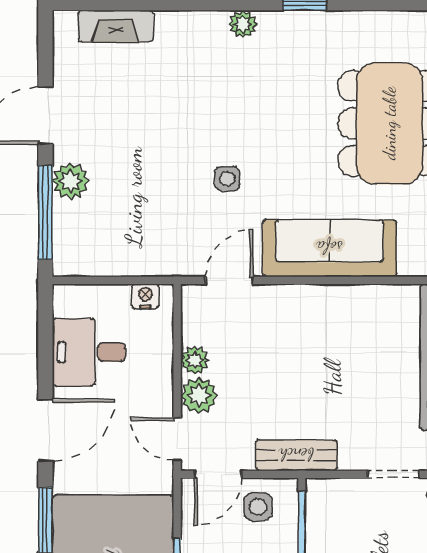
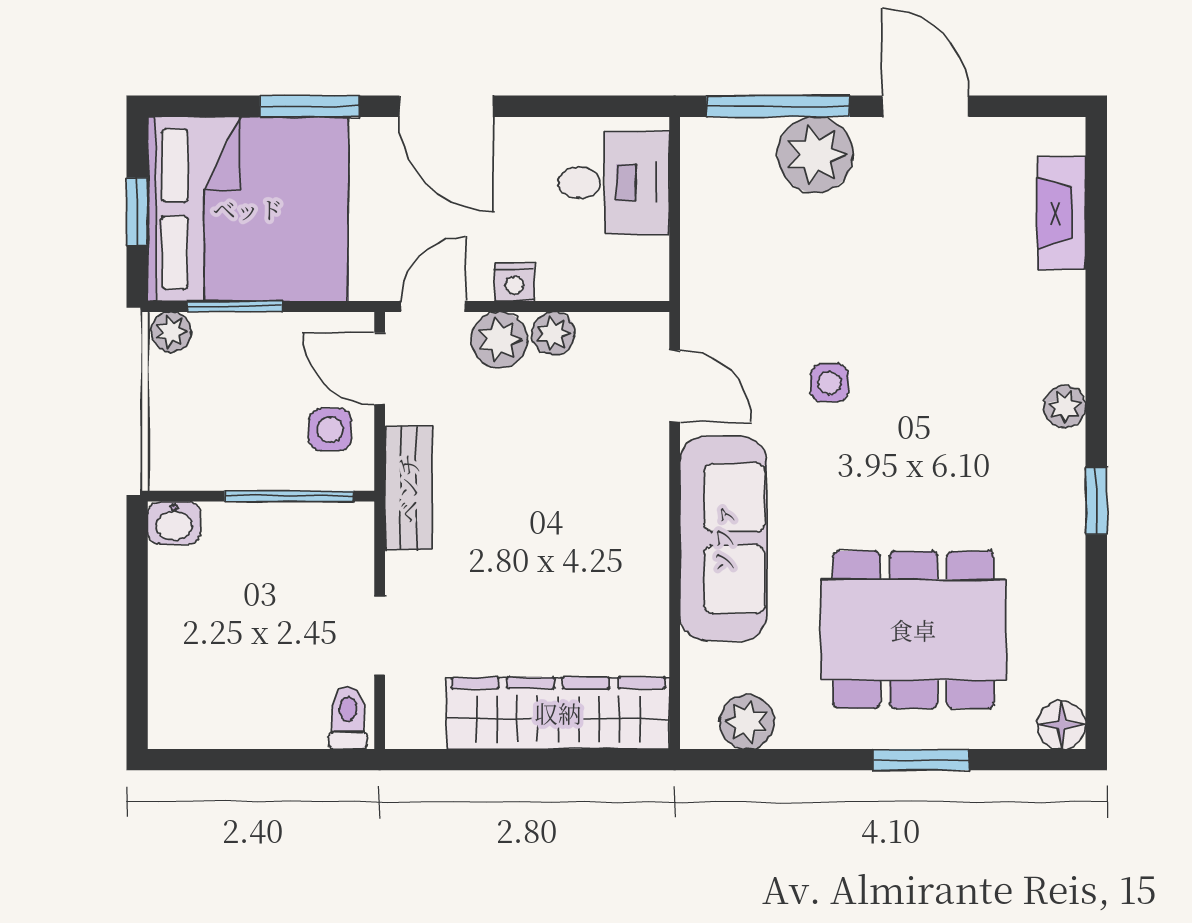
plant: (71, 181) -> (815, 155), width x1.36, depth x1.36
nightstand: (145, 296) -> (514, 282), moved, turned 90
desk: (89, 352) -> (614, 183), moved, turned 90

